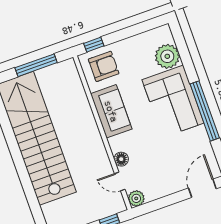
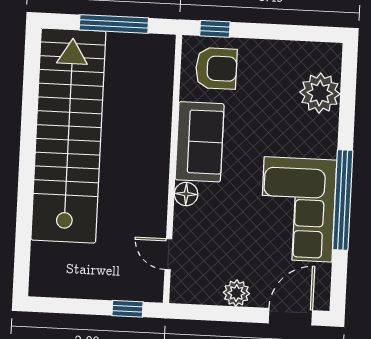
corner sofa: (173, 101) -> (298, 209), moved
floor lamp: (121, 159) -> (186, 194), moved
plant: (136, 198) -> (236, 293), moved

